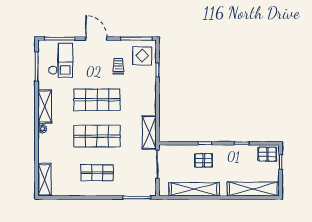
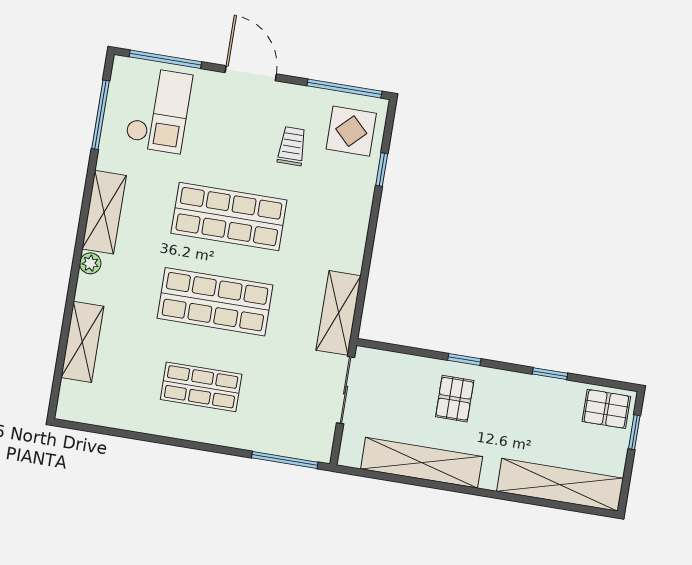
pallet: (203, 160) -> (455, 399), turned 90
shelving: (44, 180) -> (82, 342), moved

